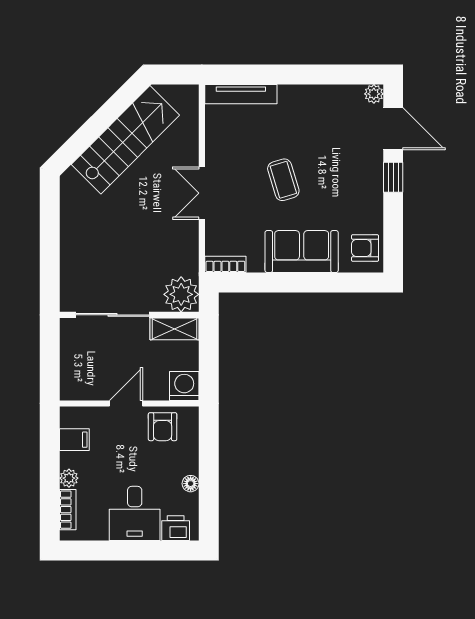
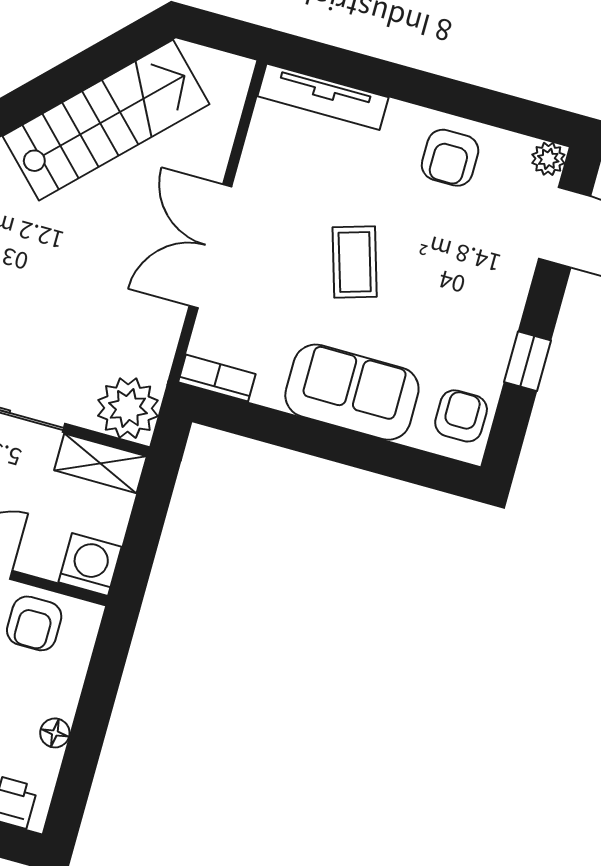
armchair: (320, 108) -> (450, 158), added
window: (393, 177) -> (527, 361), moved
double door: (202, 193) -> (210, 246), width x1.37
armchair: (365, 248) -> (461, 416), turned 90

